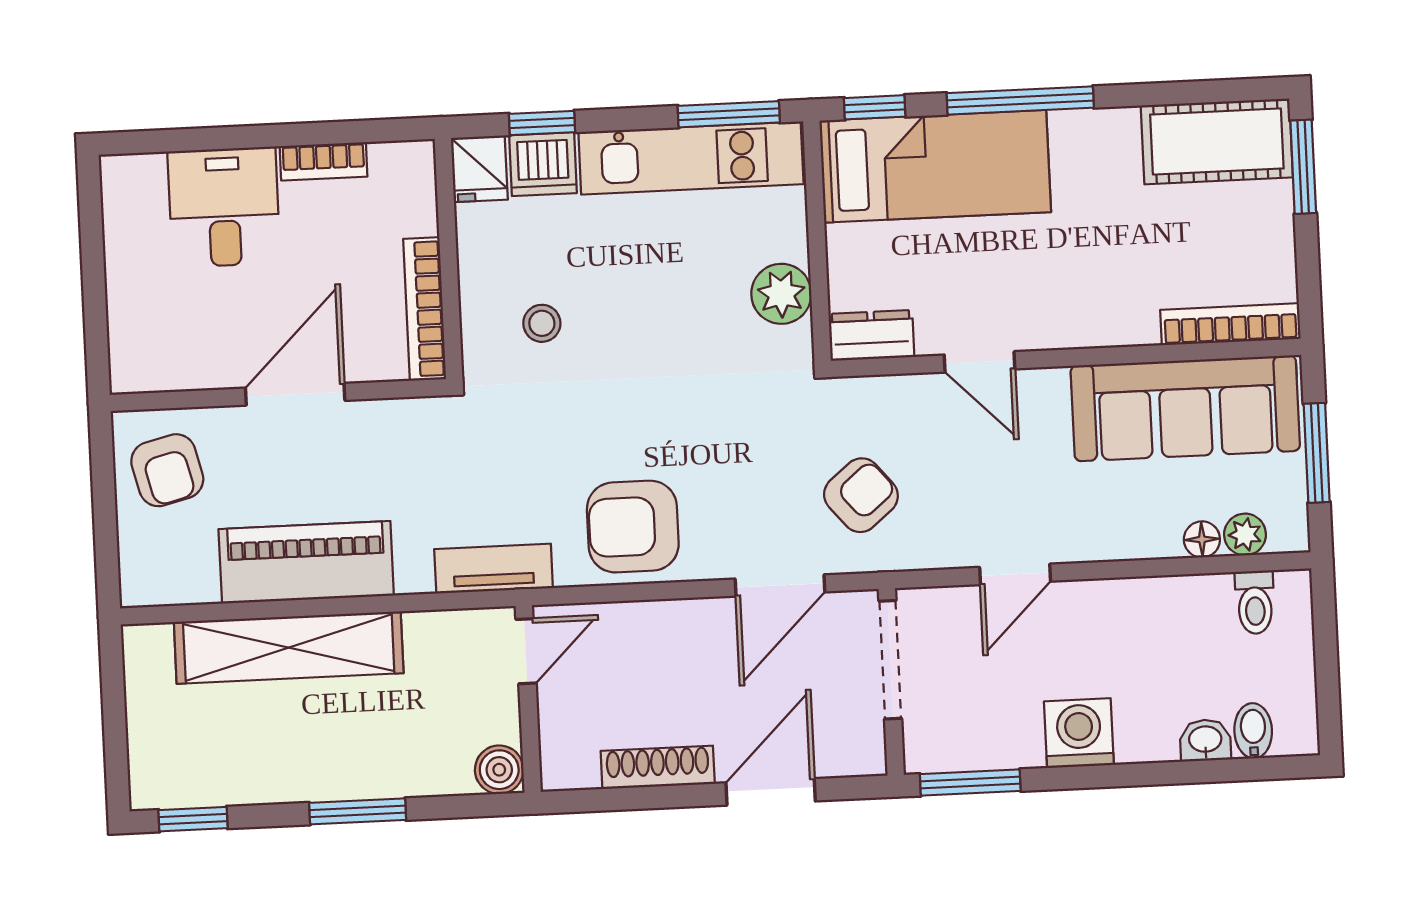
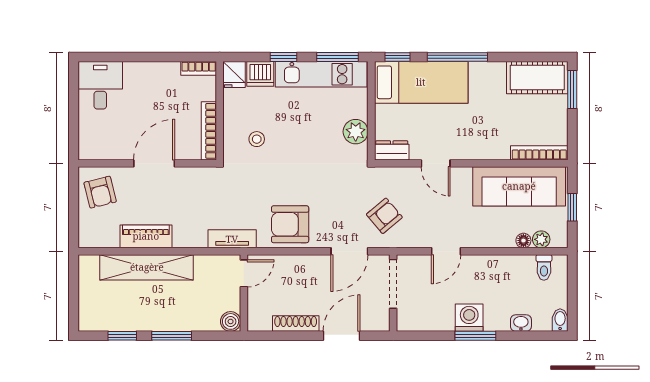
window: (542, 123) -> (284, 57), moved
bookcase: (323, 161) -> (199, 68), moved
desk: (224, 207) -> (100, 85), moved
window: (1317, 453) -> (572, 207), width x0.67
piano: (306, 562) -> (146, 236), width x0.73, depth x0.75
bidet: (1253, 731) -> (560, 320), moved
window: (970, 782) -> (475, 336), moved
window: (193, 819) -> (122, 336), moved

